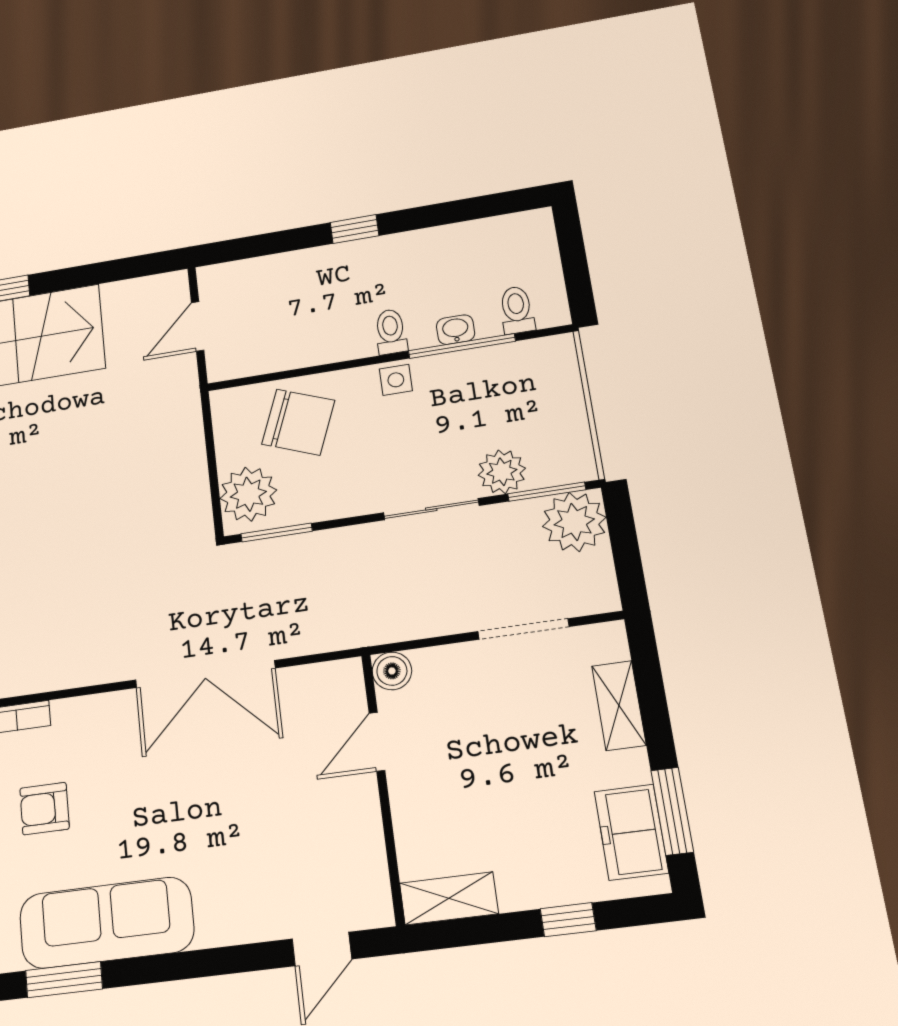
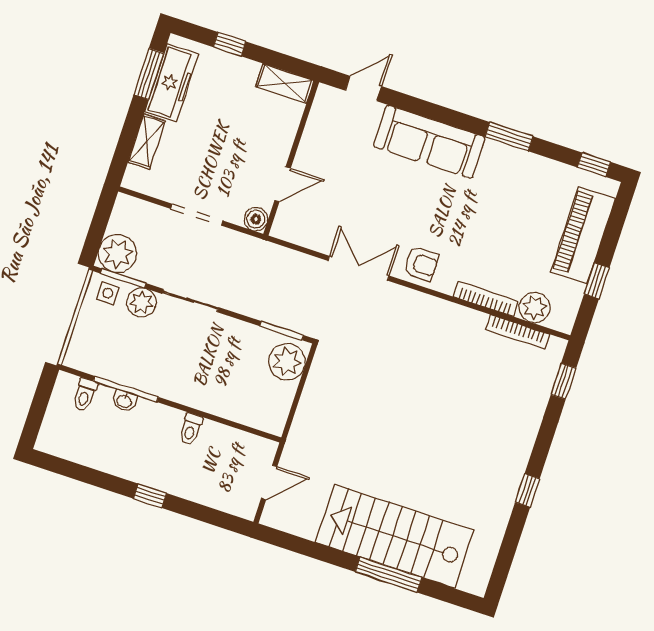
toilet: (391, 332) -> (191, 429), moved
side table: (396, 380) -> (108, 293), moved
chair: (298, 422) -> (239, 391), removed
doorway: (523, 629) -> (197, 215), moved
double door: (205, 674) -> (359, 268), width x0.73
armchair: (44, 809) -> (421, 264), moved
freezer: (631, 832) -> (172, 83), width x1.40
sofa: (106, 923) -> (429, 142), moved

